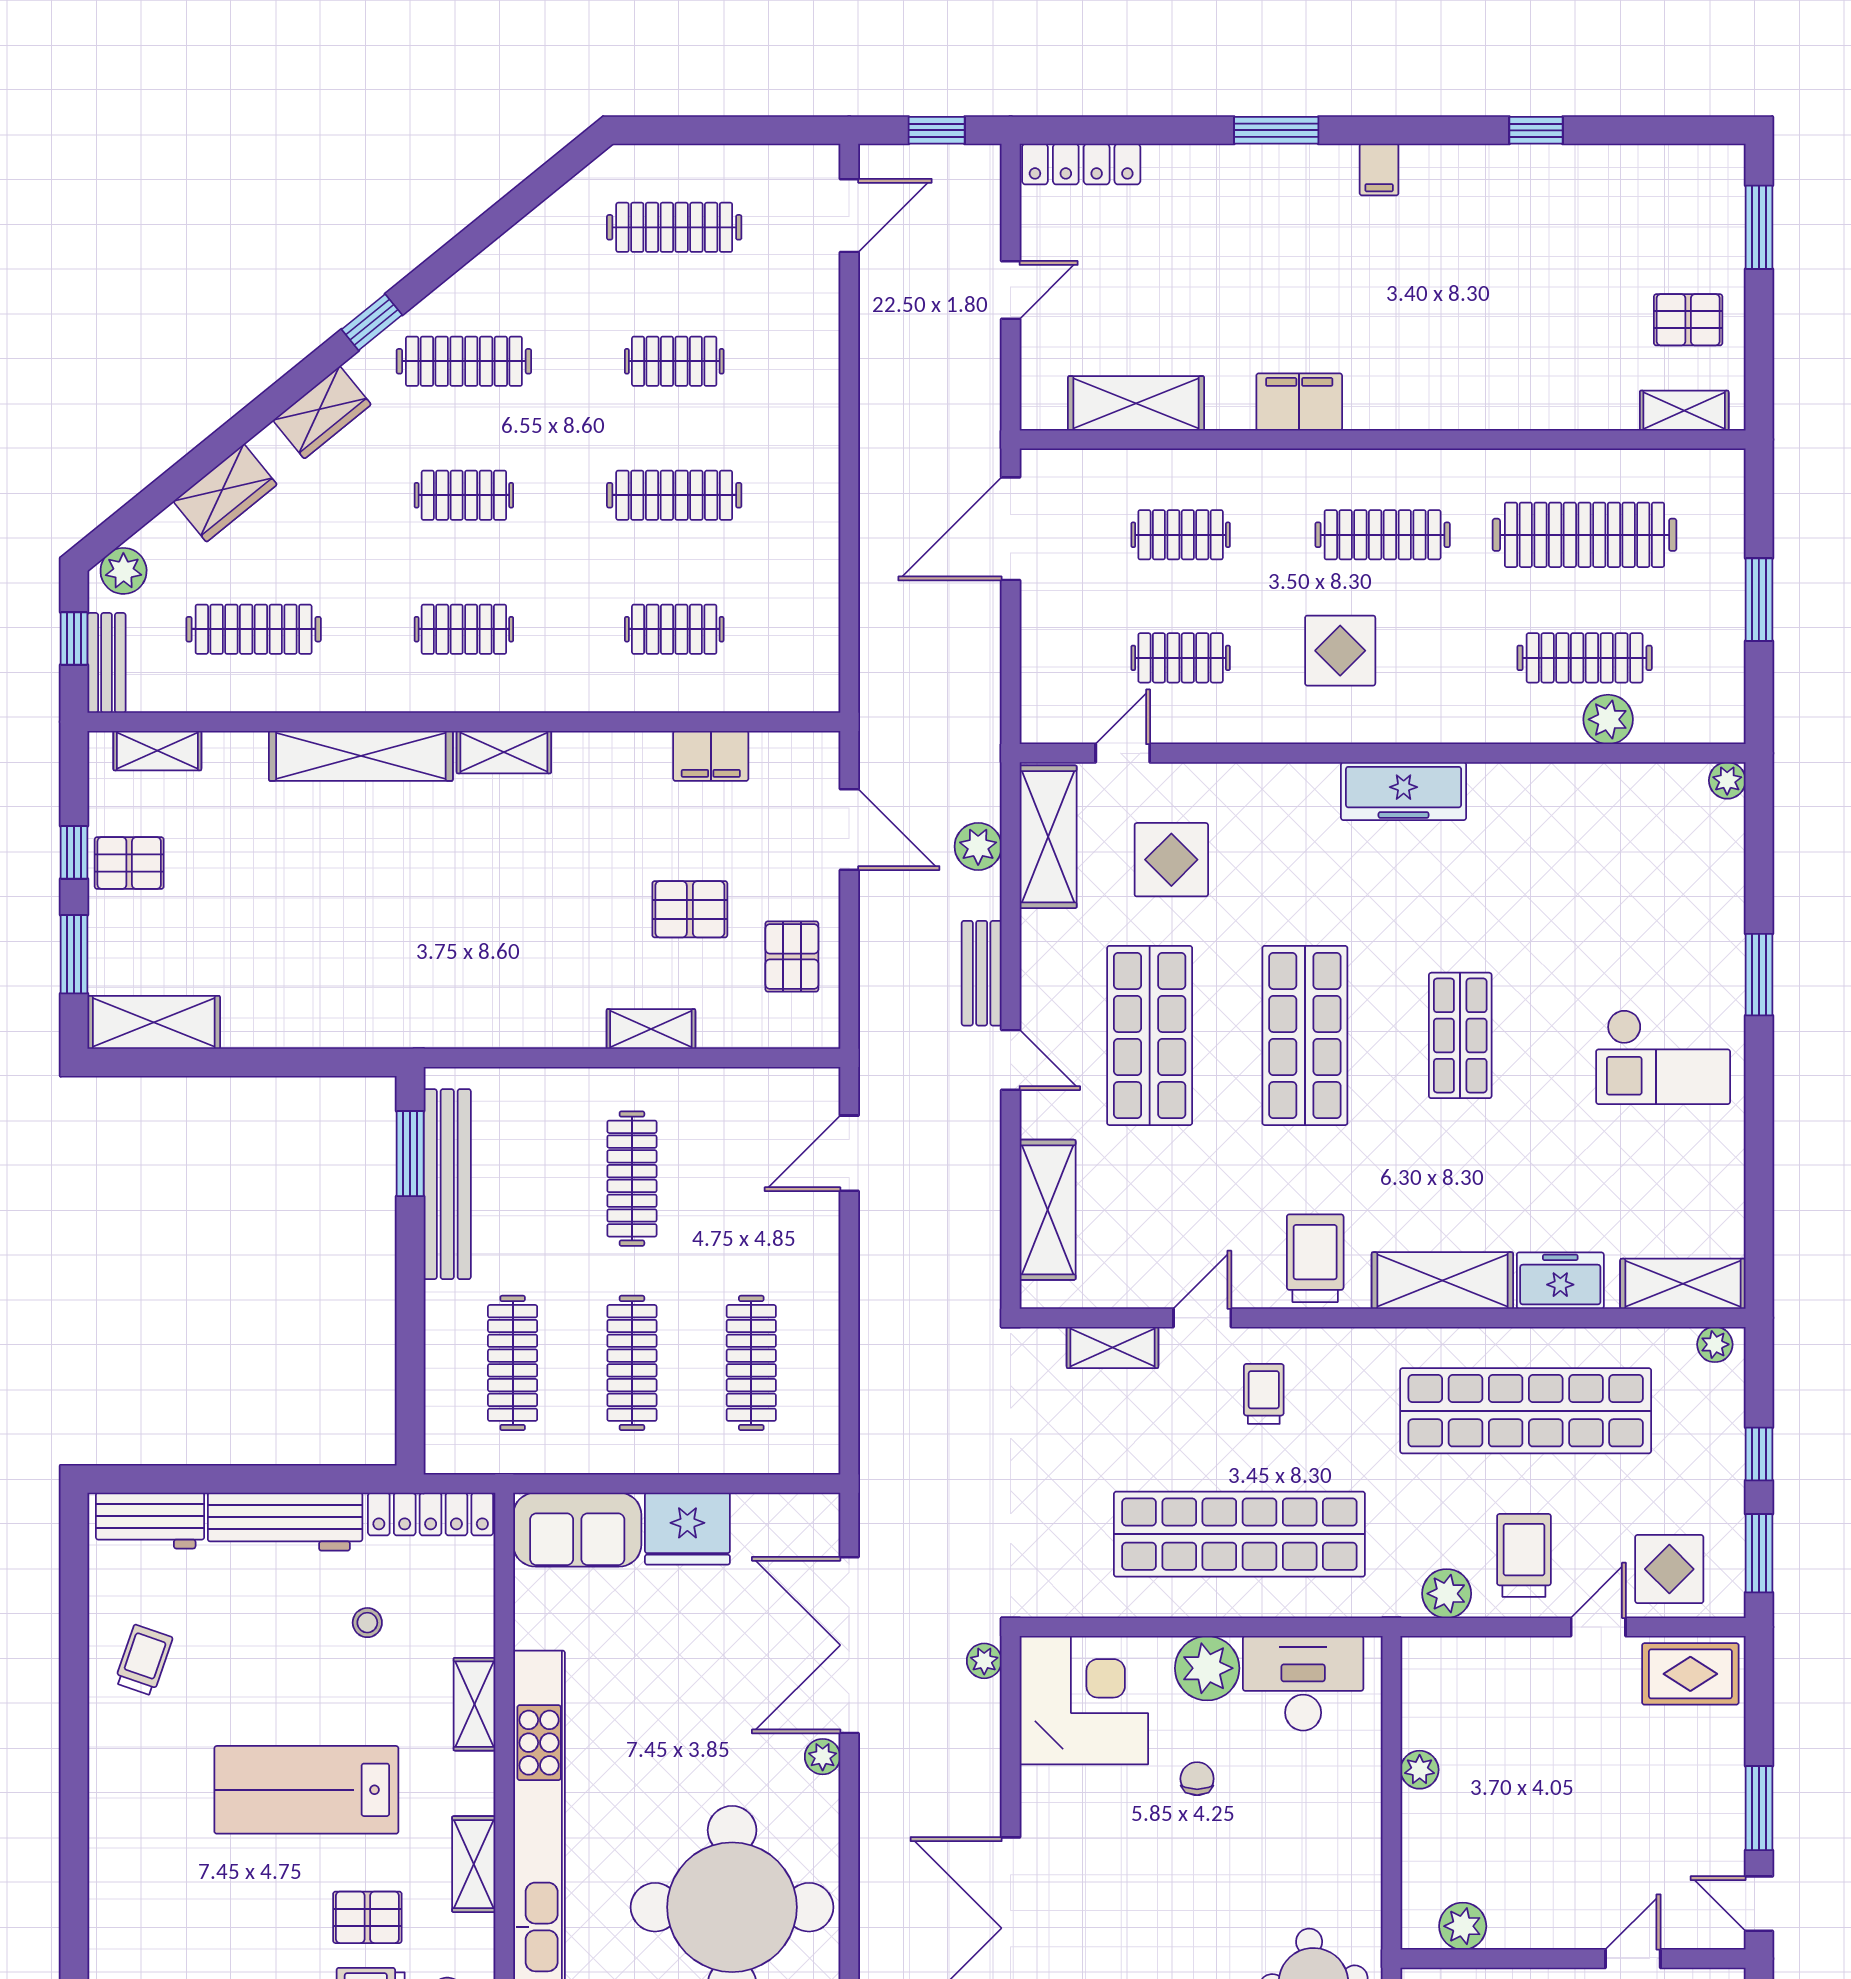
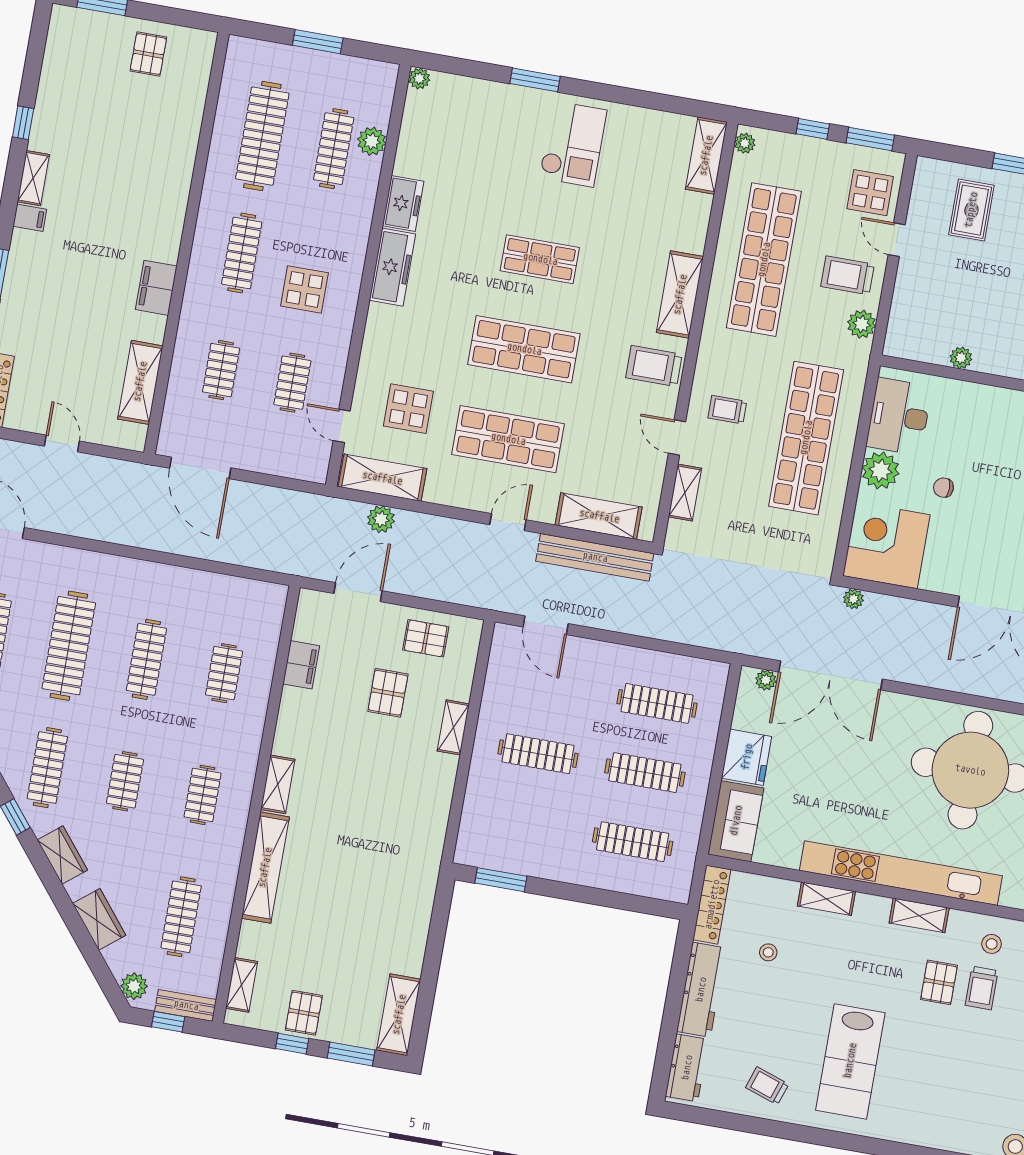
clothes rail: (674, 361) -> (69, 646), width x1.86, depth x1.31
shelving: (1684, 411) -> (33, 178), moved
bench: (982, 973) -> (595, 557), moved, width x1.86, depth x1.21
bench: (447, 1184) -> (522, 861), removed
freezer: (1560, 1281) -> (403, 204), moved, turned 180
rug: (1690, 1674) -> (971, 210), moved
plant: (823, 1757) -> (766, 680), moved
lab bench: (306, 1790) -> (850, 1061), moved

